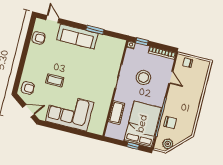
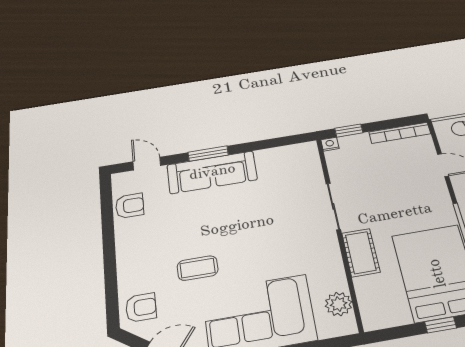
window: (95, 30) -> (208, 154), moved
stool: (143, 78) -> (387, 187), removed
cot: (116, 113) -> (361, 253), moved
plant: (101, 120) -> (339, 304), added

